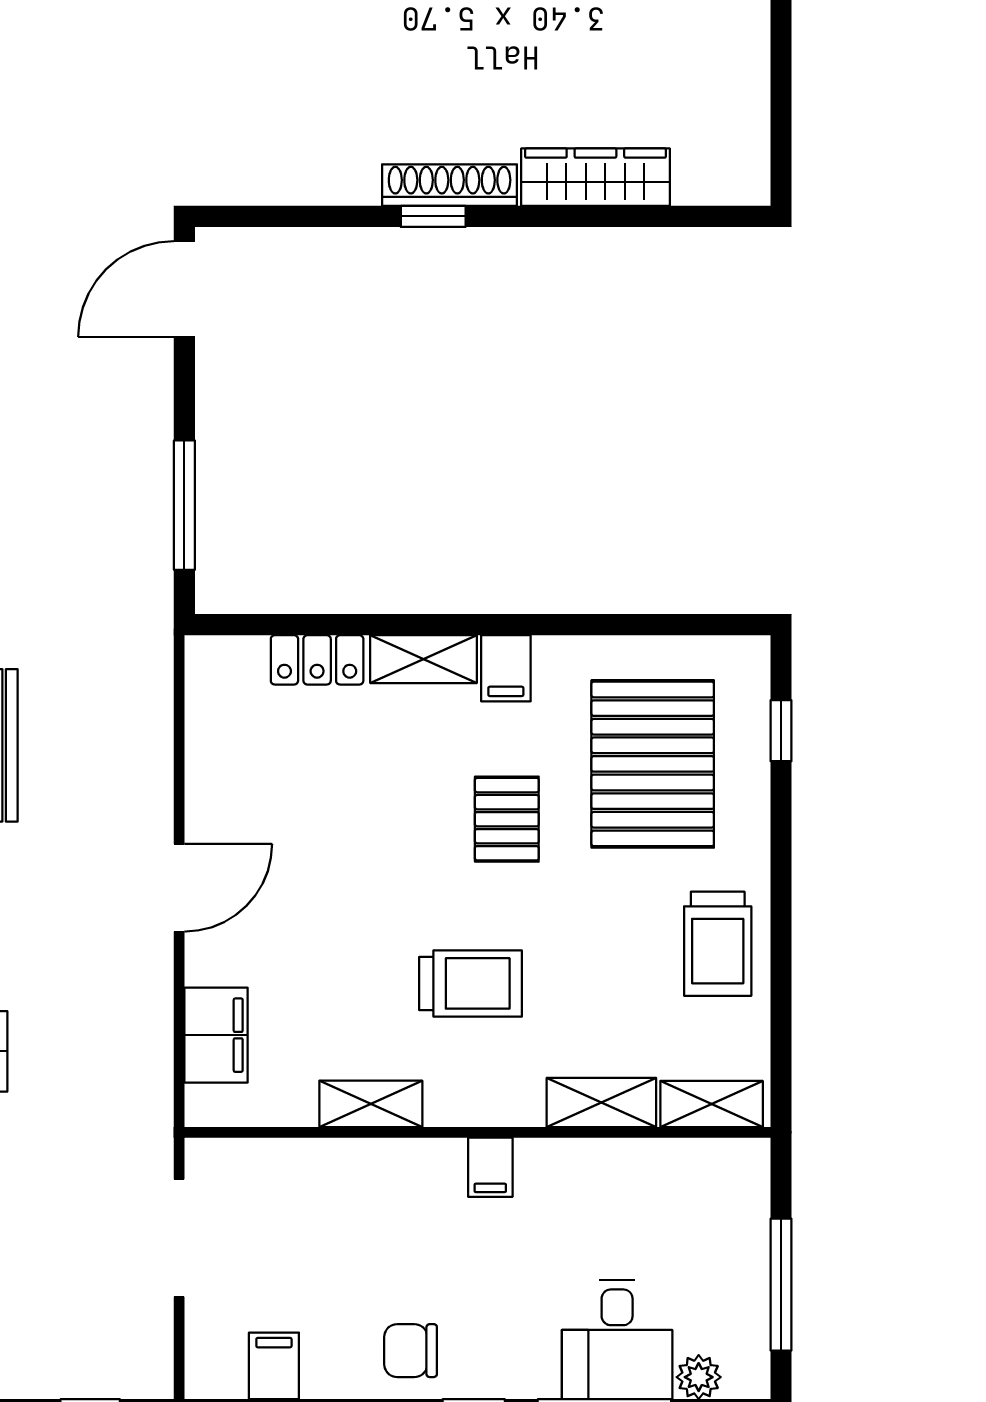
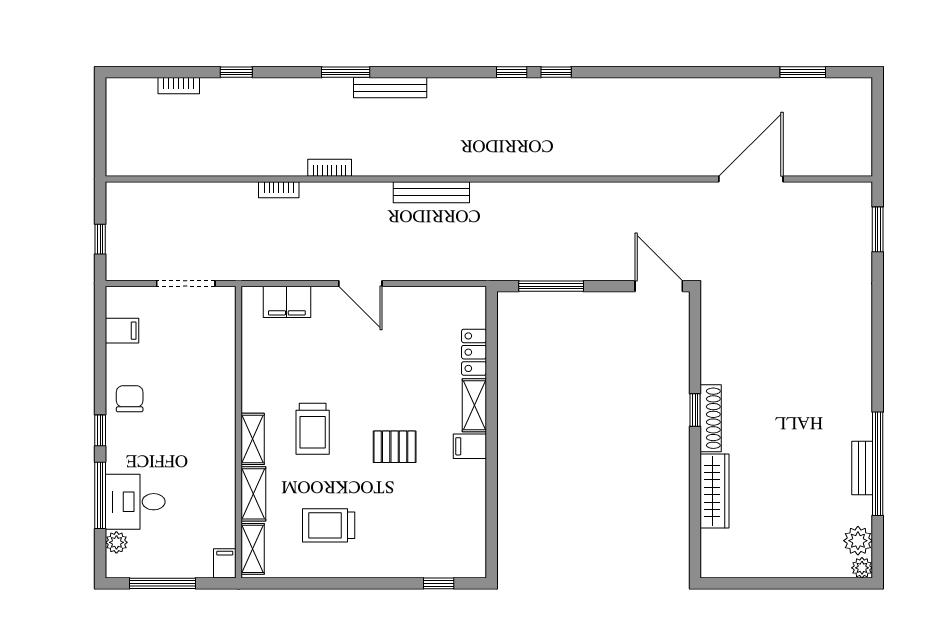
pallet: (653, 764) -> (422, 519), removed
trolley: (718, 944) -> (329, 525), moved
shelving: (371, 1104) -> (253, 439), moved
filing cabinet: (490, 1167) -> (225, 563), moved, turned 90

